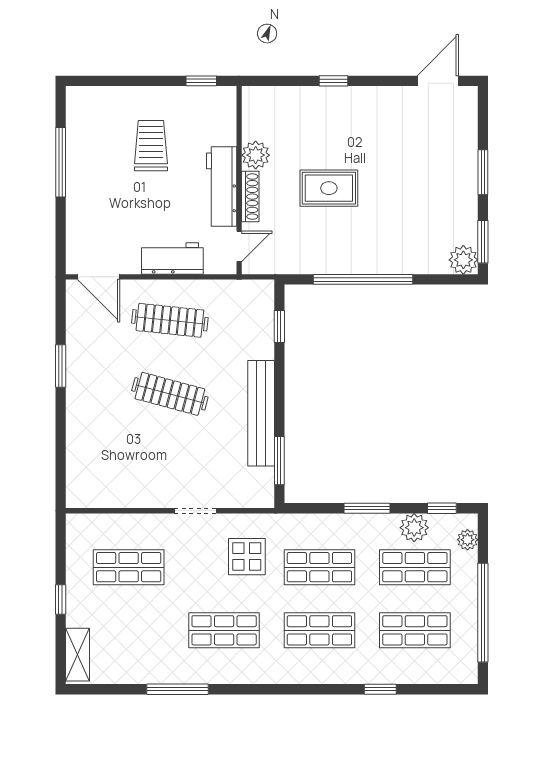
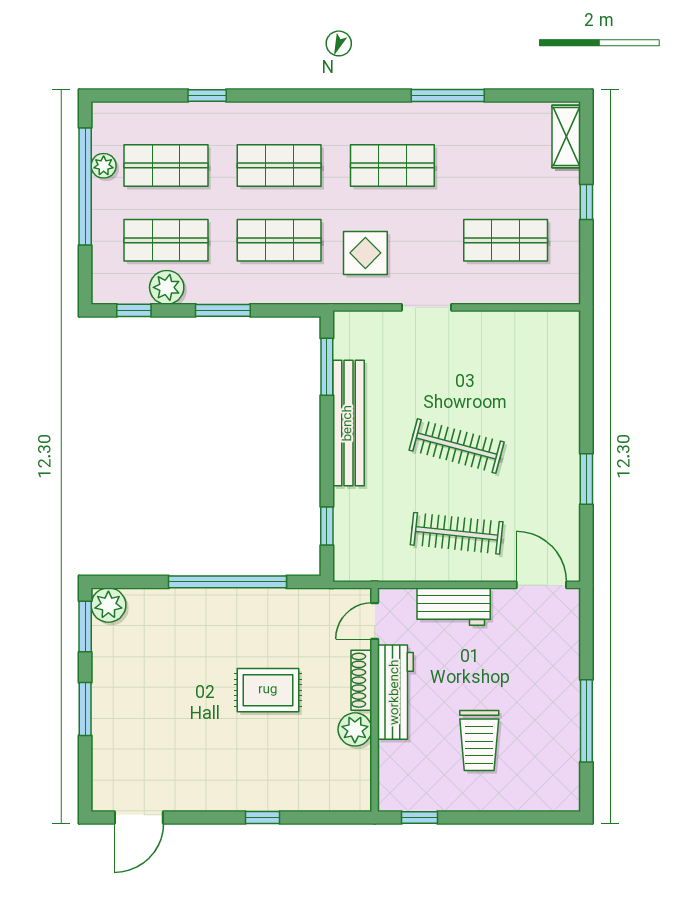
plant: (467, 540) -> (104, 166), moved

